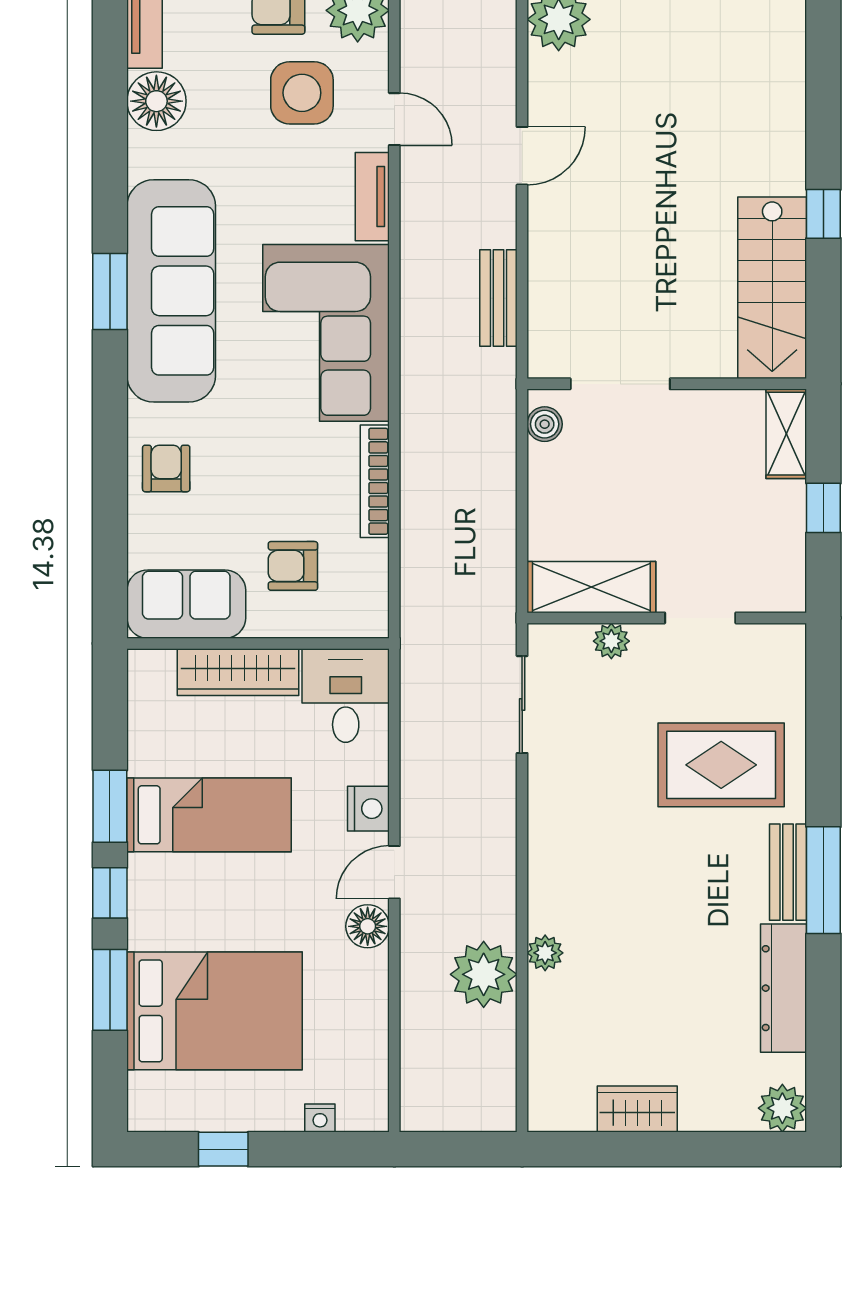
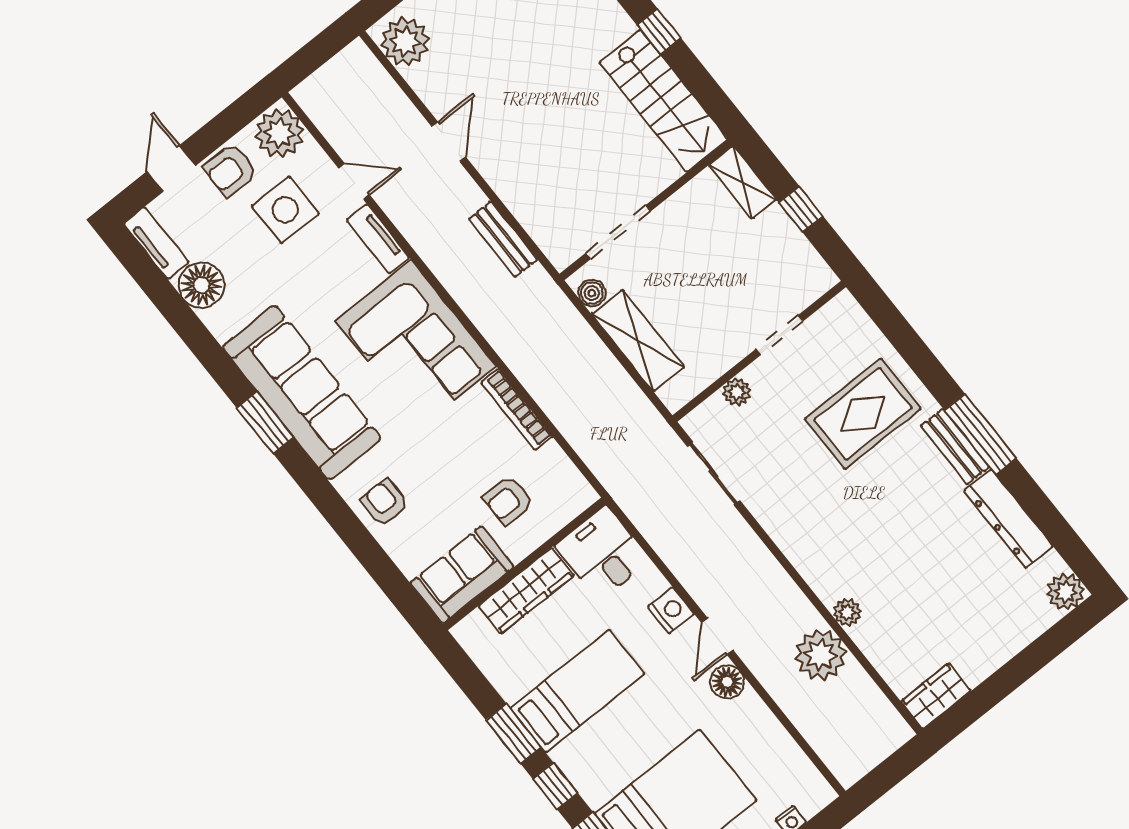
shelving: (591, 587) -> (638, 341), moved, turned 90
wardrobe: (637, 1109) -> (936, 696), moved

